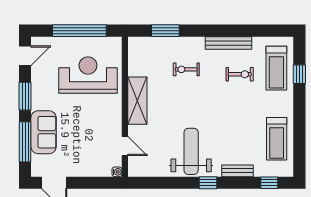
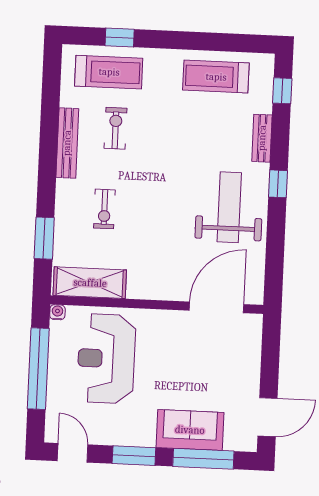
shelving: (137, 101) -> (90, 283), moved
treadmill: (277, 139) -> (216, 77), turned 180
door: (125, 146) -> (216, 307), width x1.87
weight bench: (191, 151) -> (229, 207), turned 90
water cooler: (117, 172) -> (57, 312), moved

